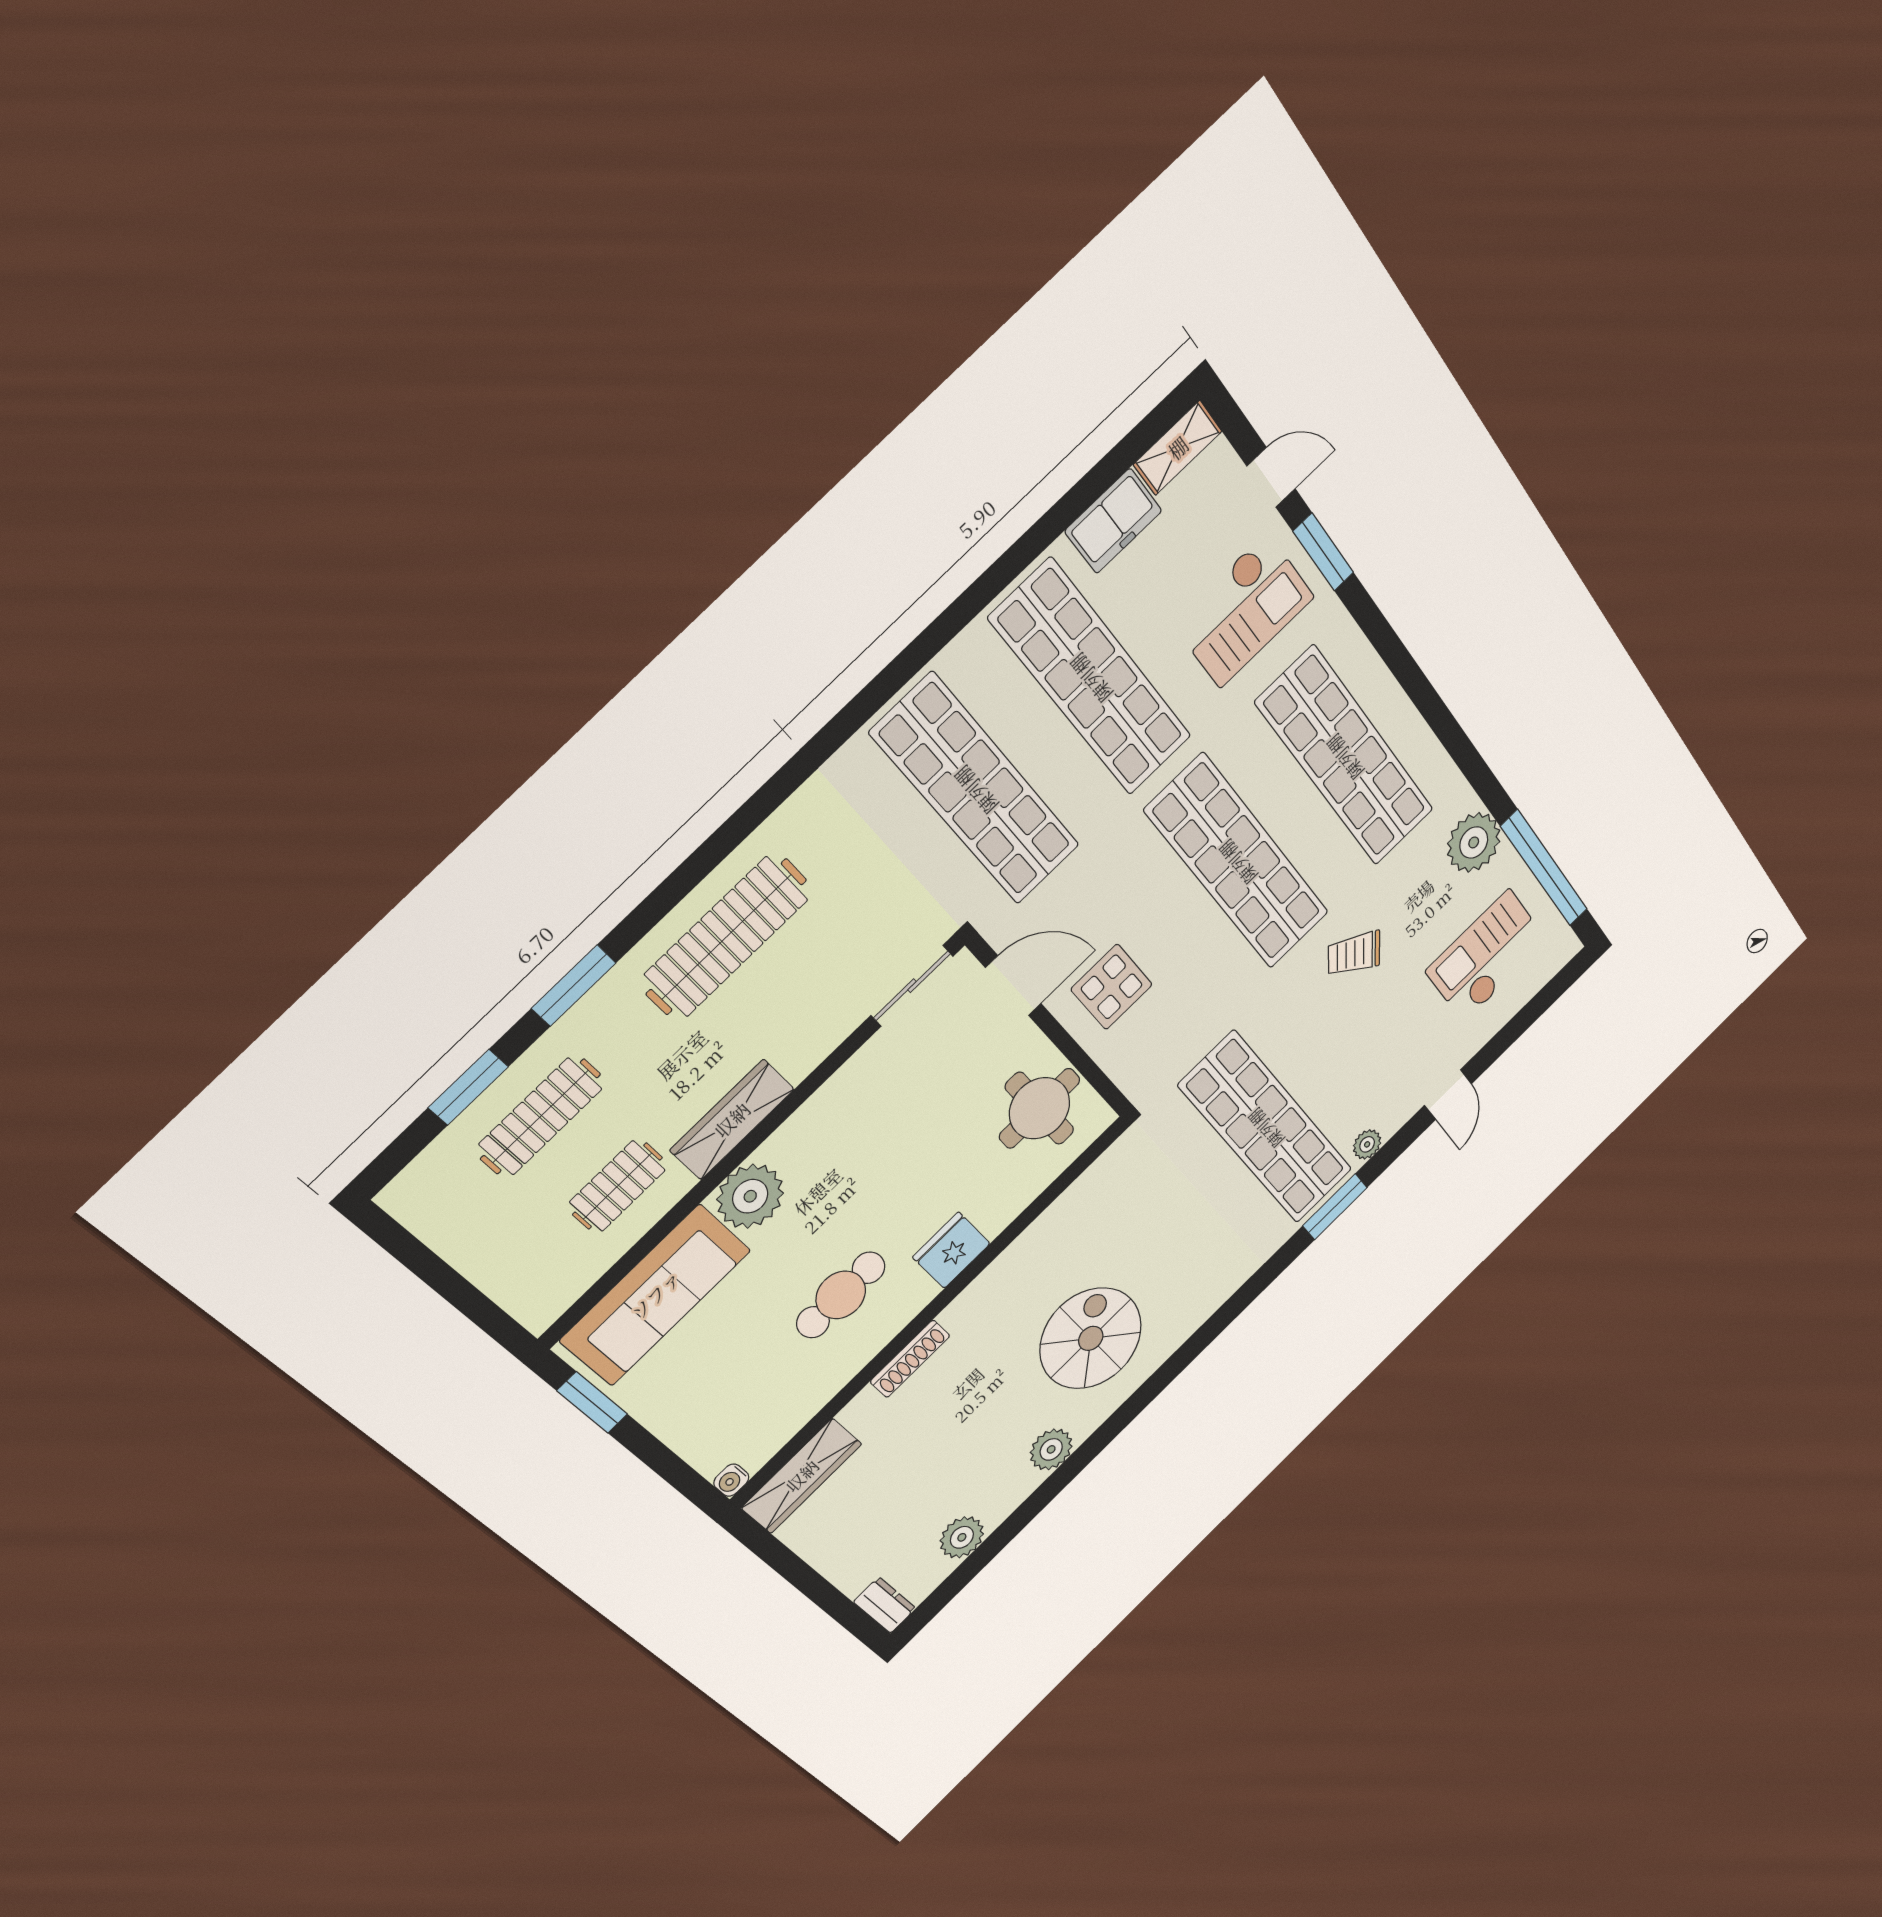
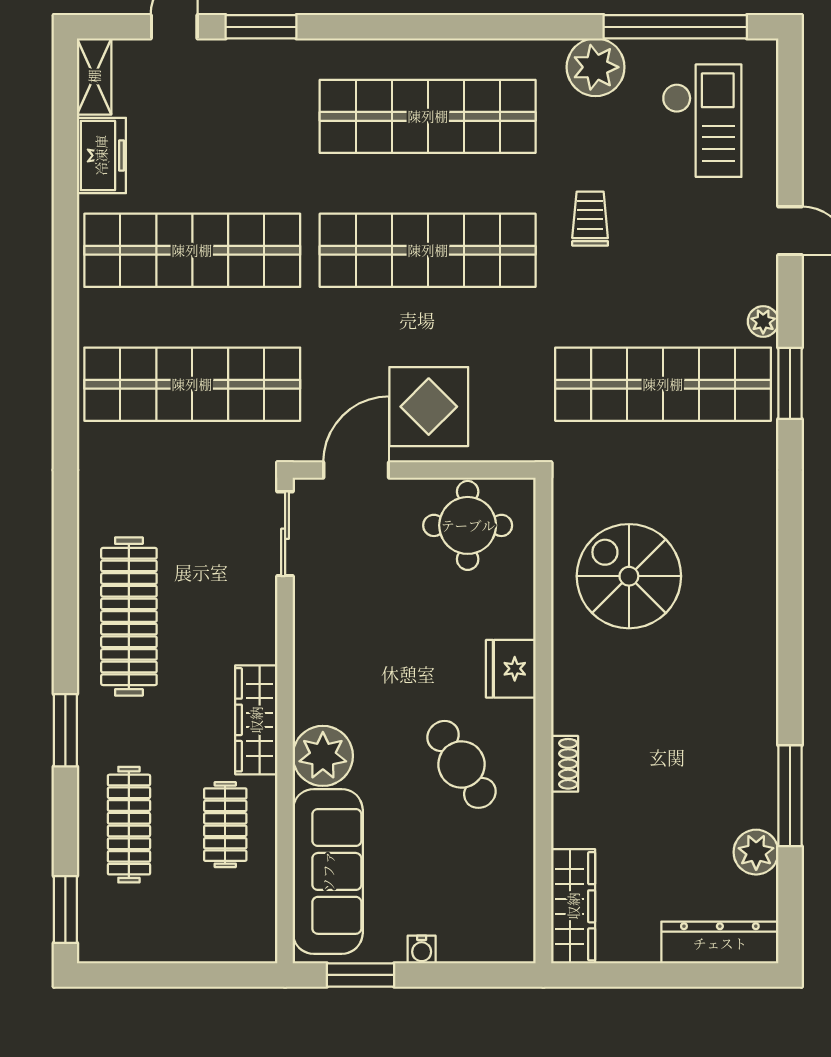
checkout: (1244, 610) -> (247, 112), removed
trolley: (1354, 954) -> (590, 219), turned 145
checkout: (1487, 956) -> (702, 121), turned 180
display table: (1112, 987) -> (429, 407), width x1.36, depth x1.36
window: (468, 1087) -> (65, 910), moved
cafe table: (841, 1295) -> (461, 764), turned -33
spiral stairs: (1091, 1338) -> (629, 576), moved
shoe rack: (910, 1359) -> (565, 764), width x0.70
plant: (1051, 1449) -> (756, 735), removed
water cooler: (731, 1480) -> (422, 949), moved
window: (1025, 1513) -> (790, 796), added
dresser: (885, 1605) -> (720, 943), width x1.96, depth x1.24

